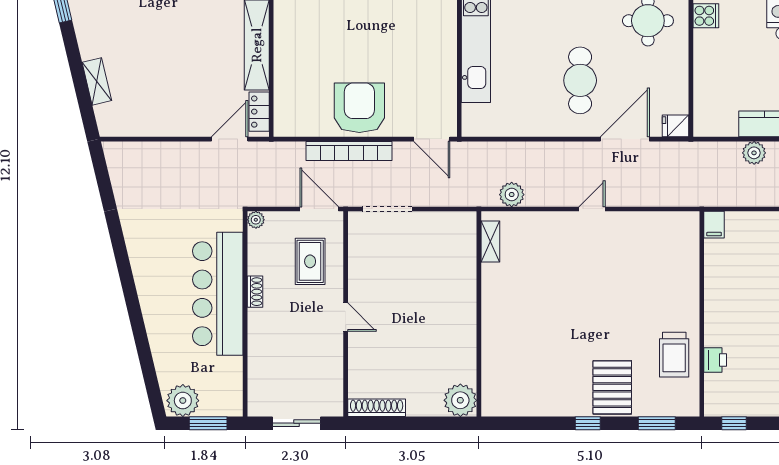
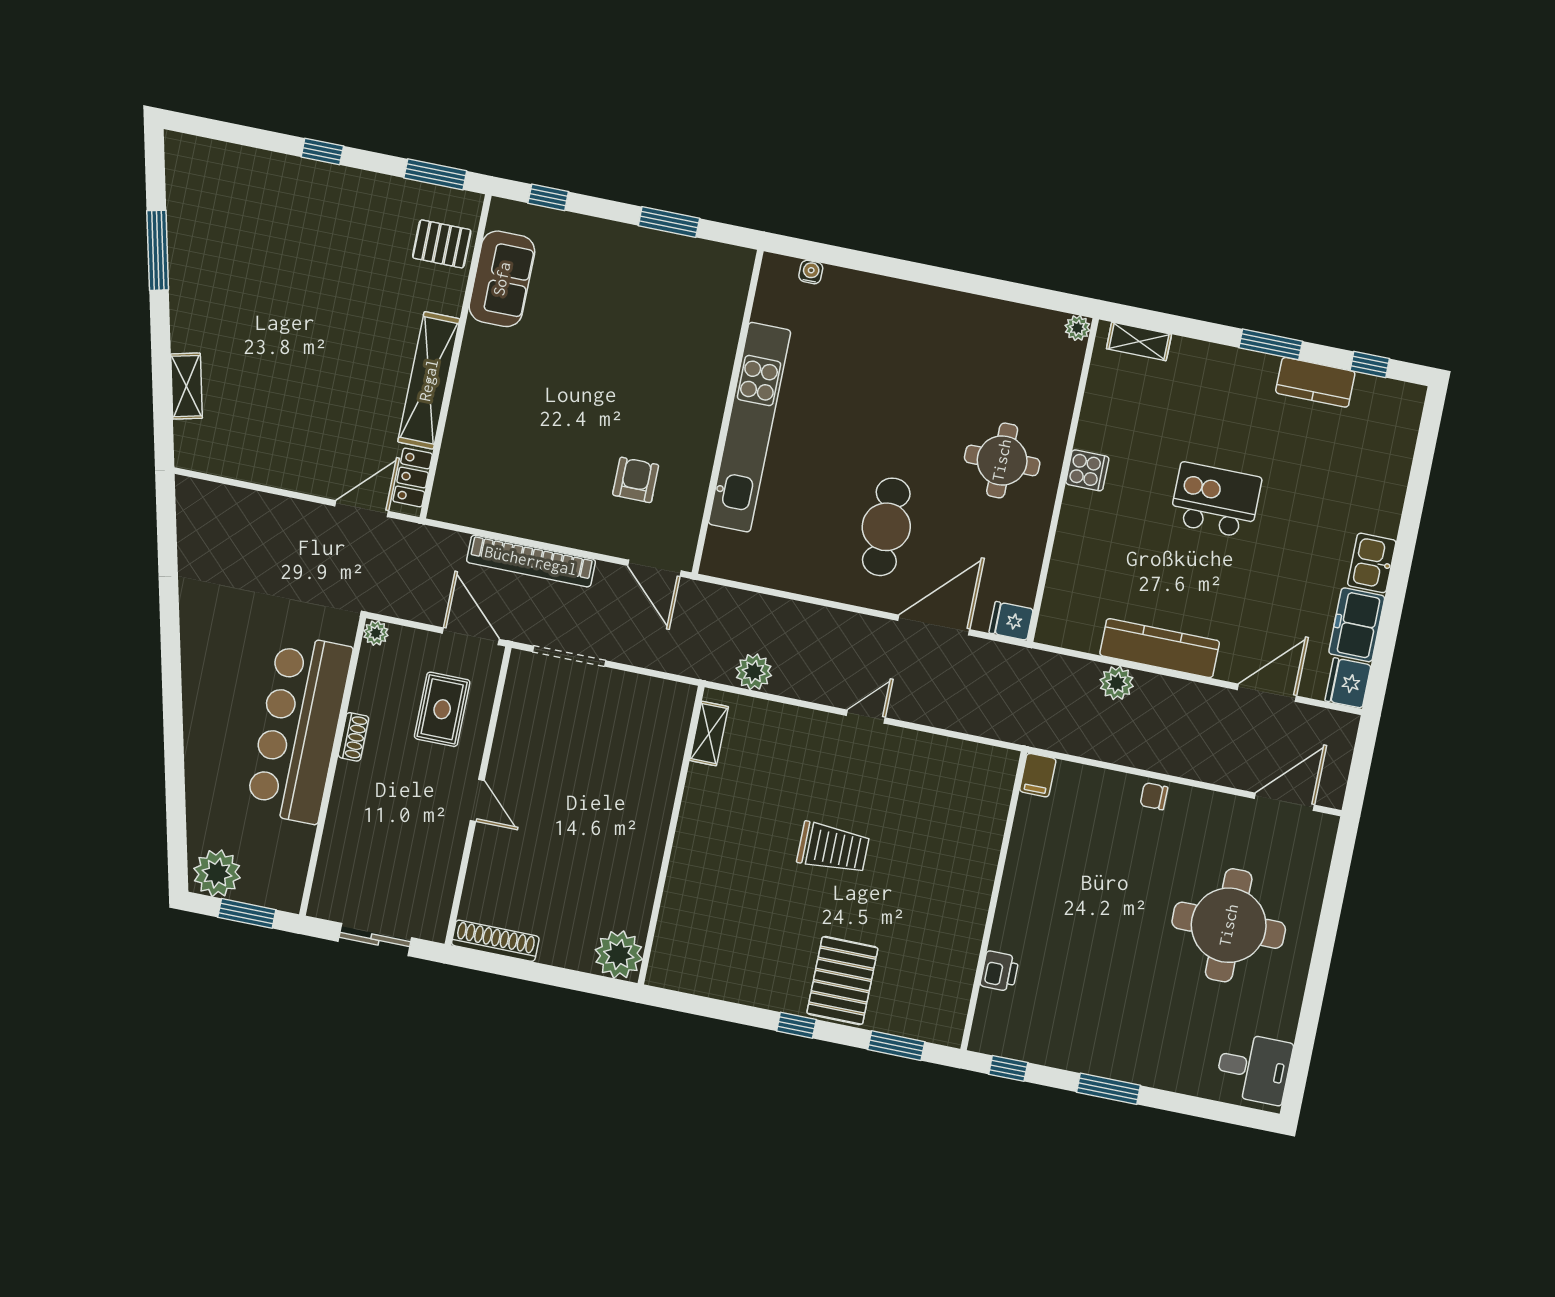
armchair: (359, 108) -> (636, 480), moved, width x0.53, depth x0.53
trolley: (674, 355) -> (833, 848), moved, turned -90

